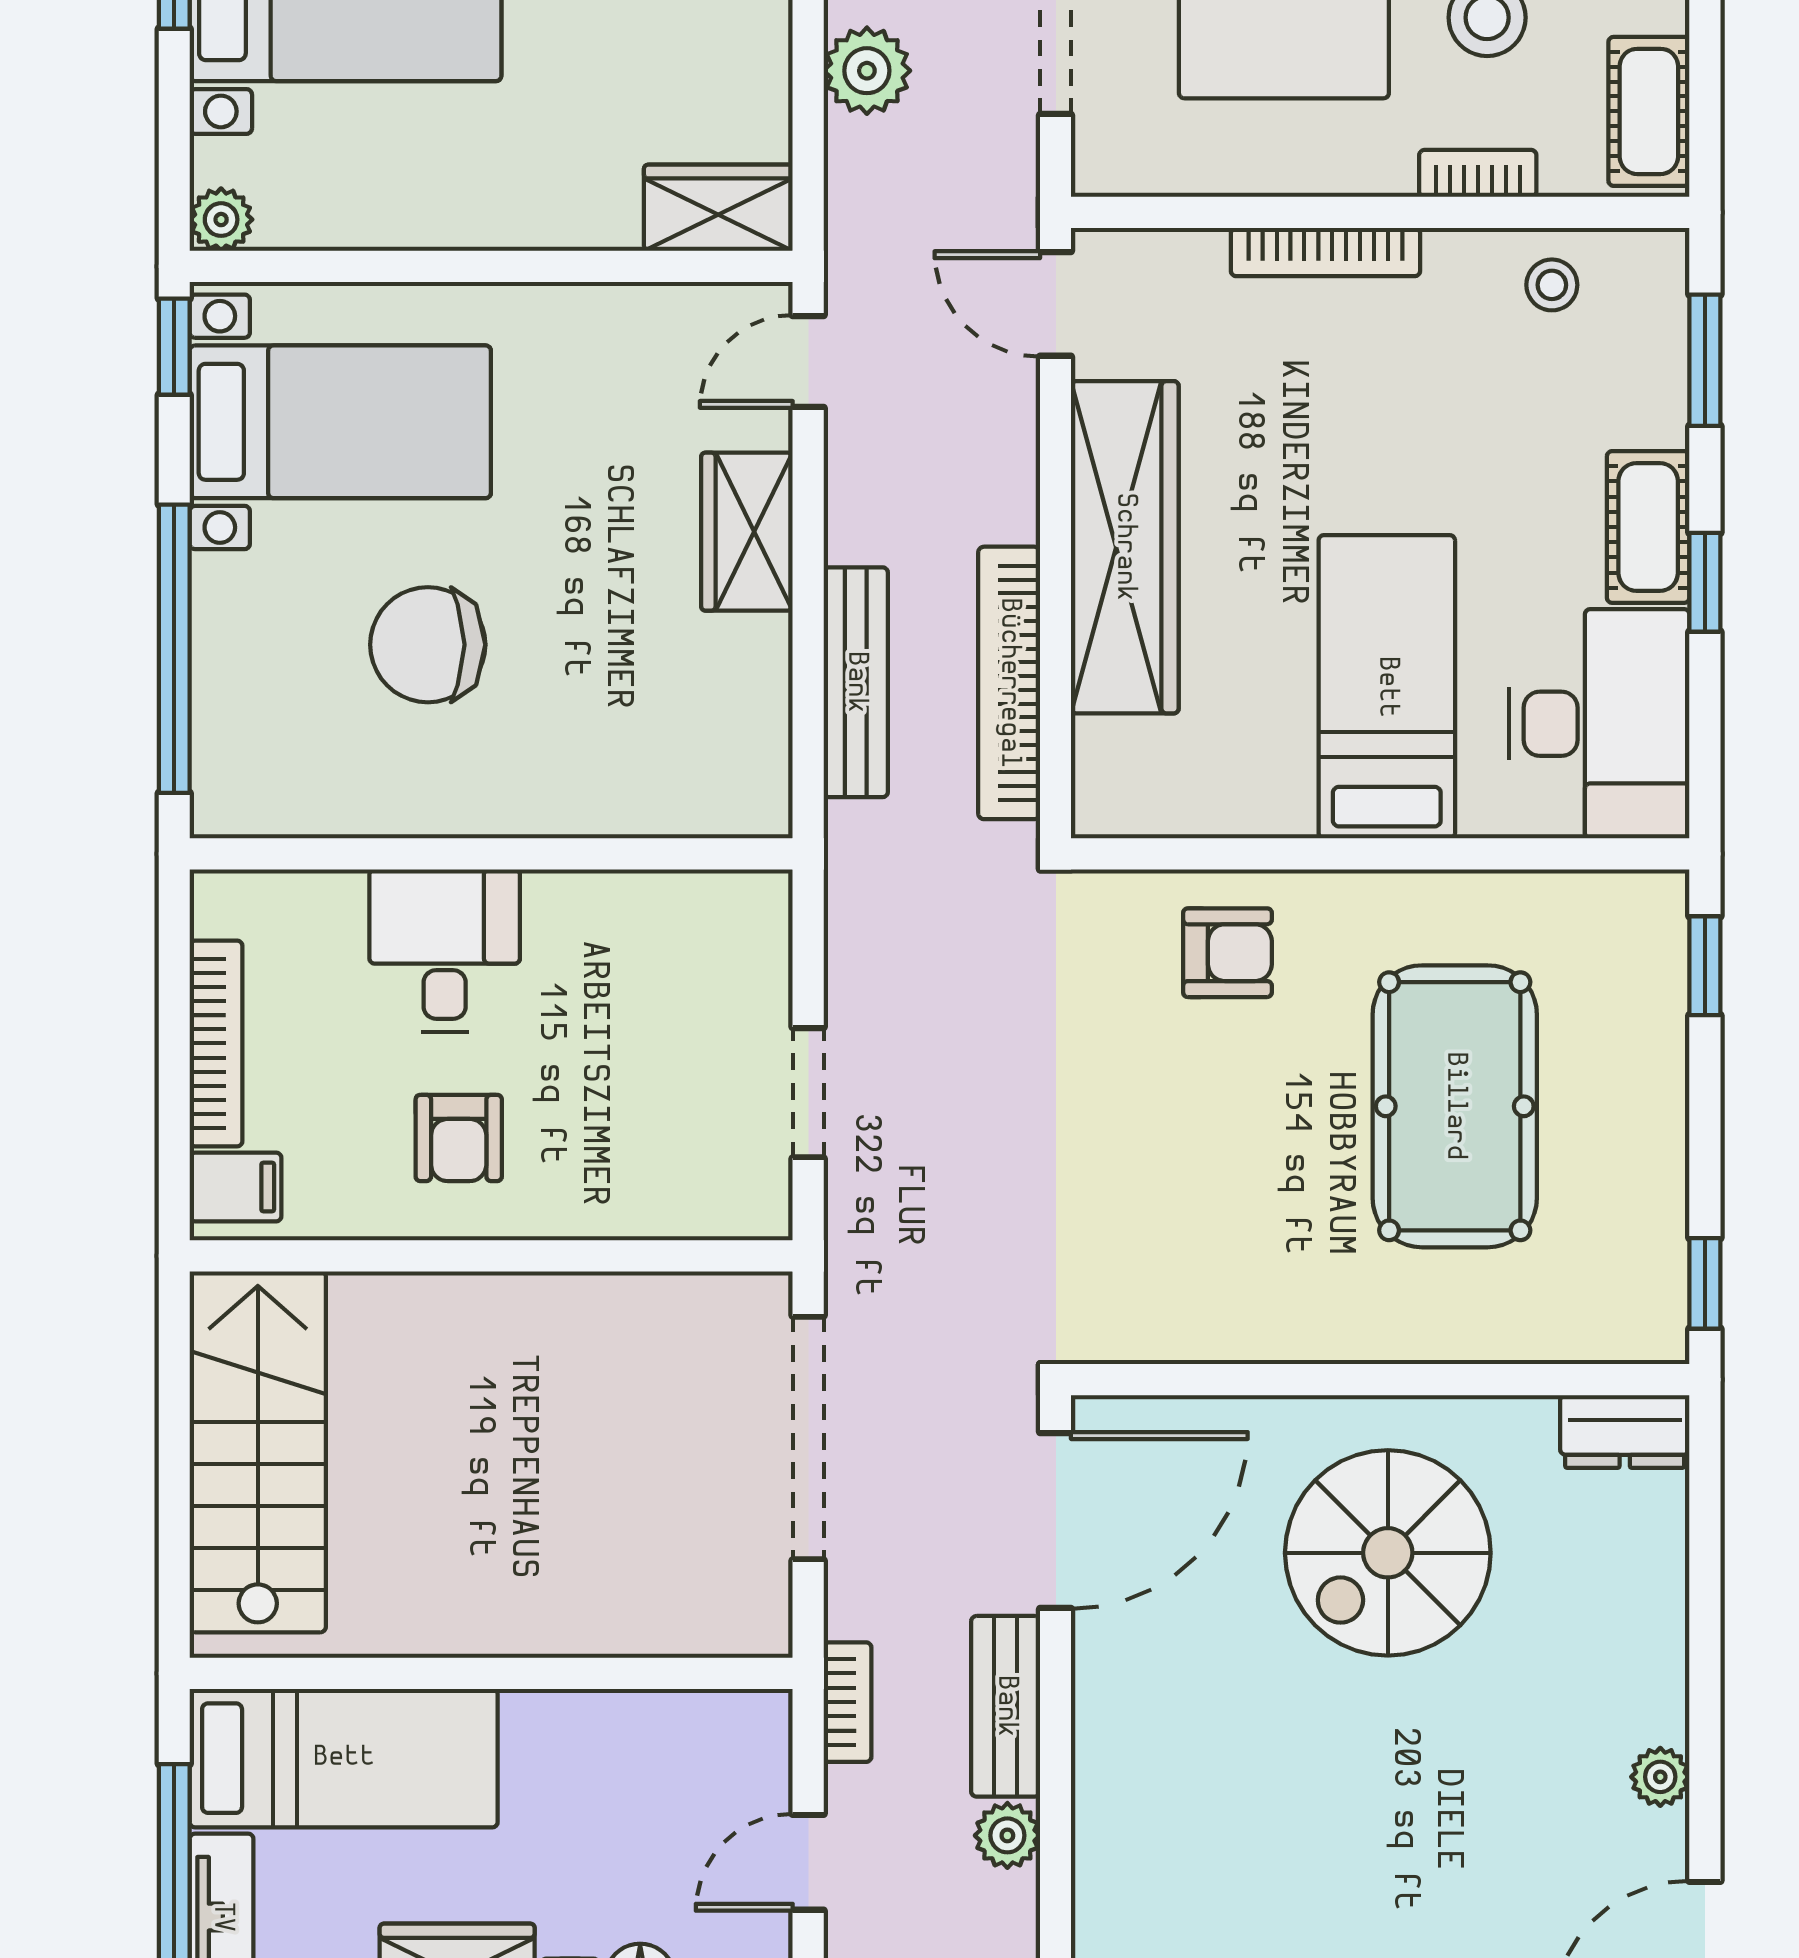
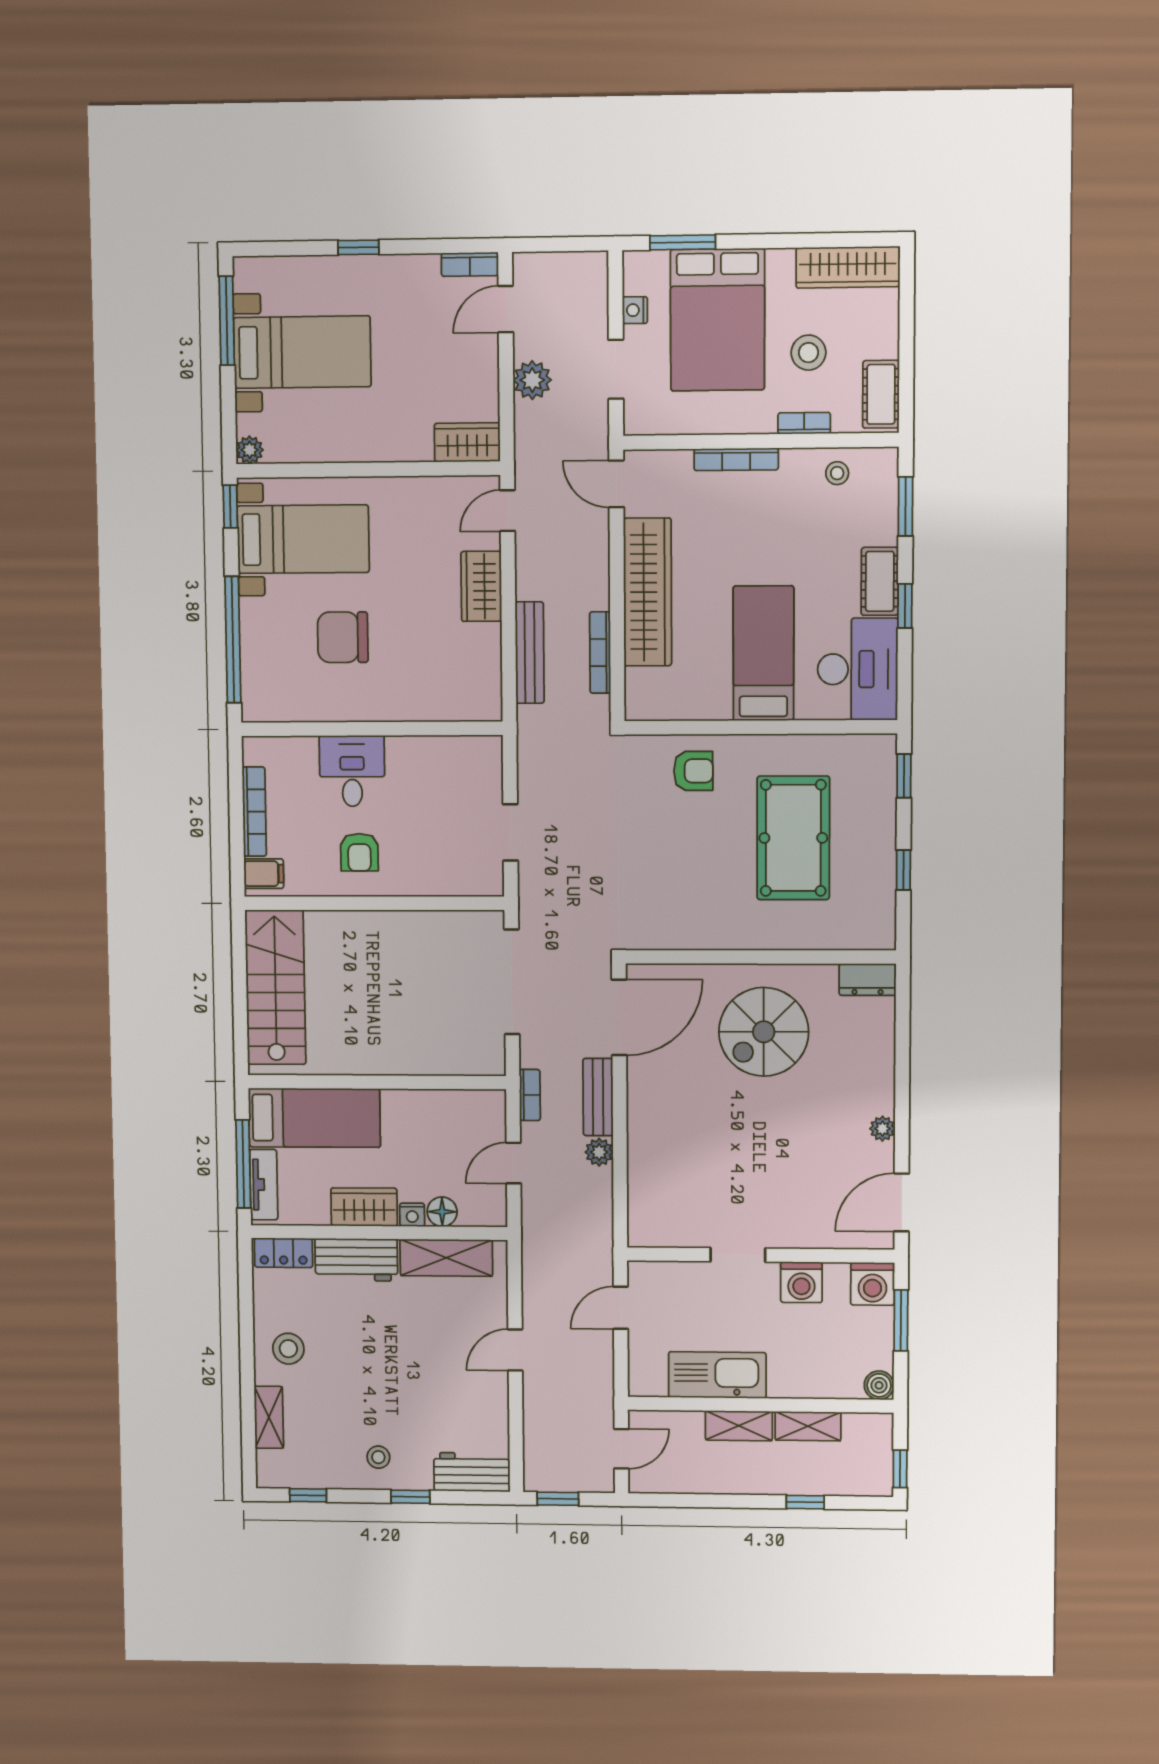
bookcase: (1009, 683) -> (600, 653), width x0.68, depth x0.76
window: (1705, 1283) -> (903, 870), moved

